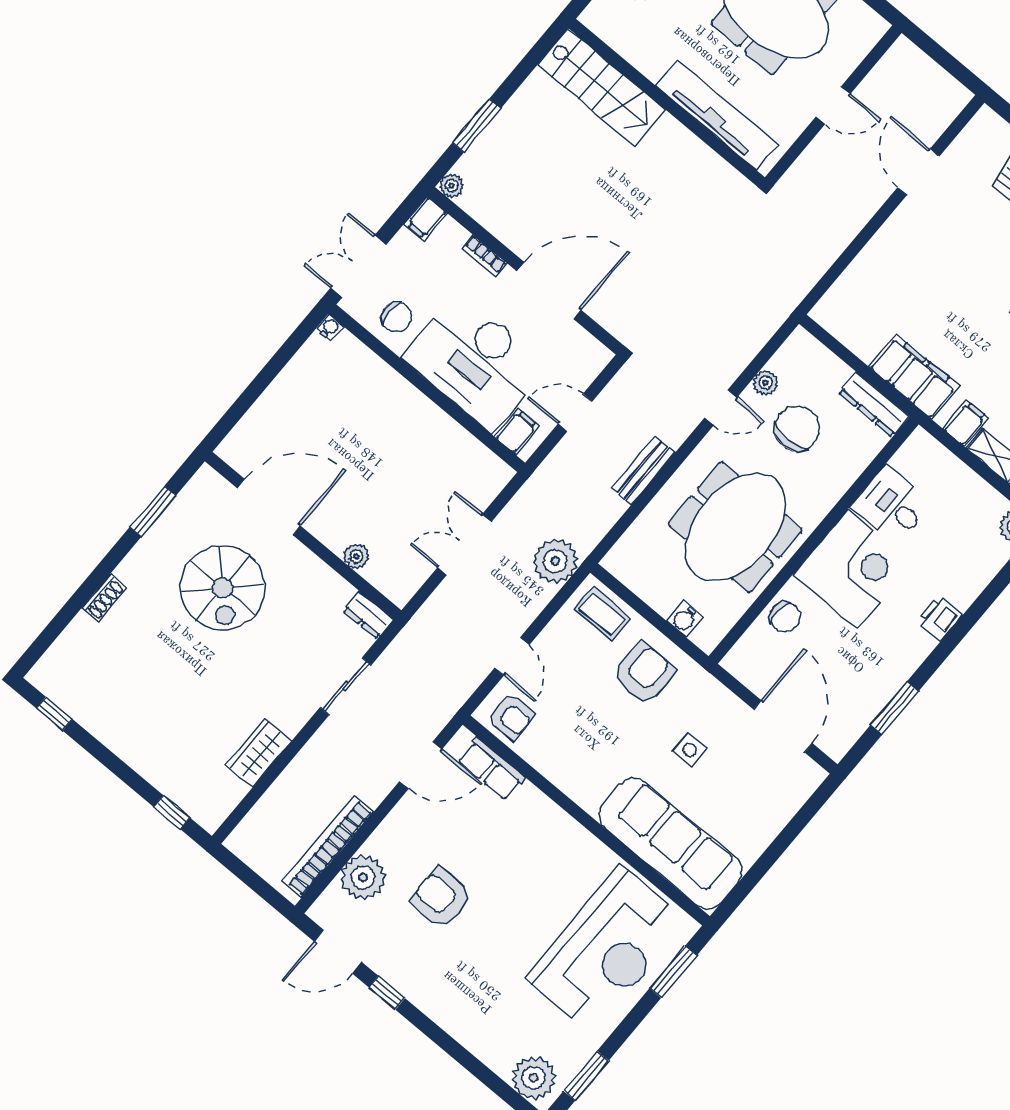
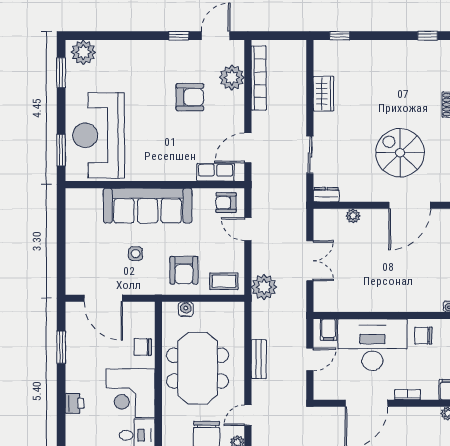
sofa: (671, 843) -> (148, 206), moved

